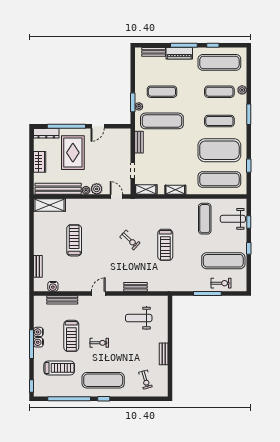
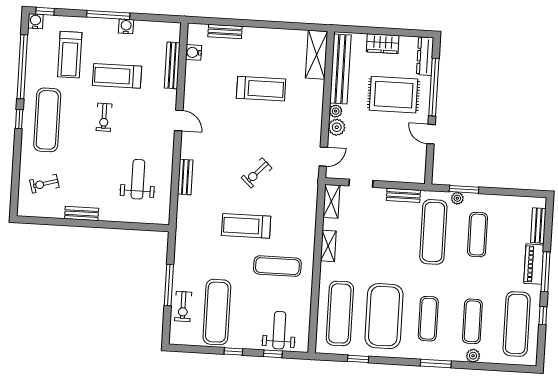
exercise mat: (205, 219) -> (277, 266), moved
water cooler: (38, 342) -> (35, 21), moved

